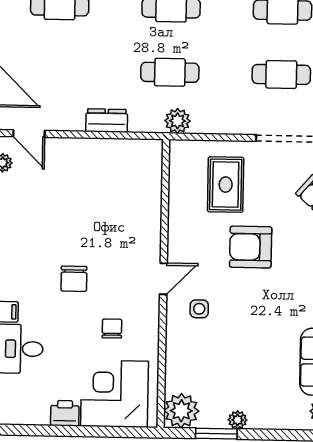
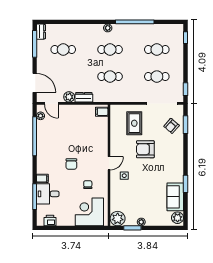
plant: (177, 121) -> (69, 97), moved
filing cabinet: (148, 156) -> (102, 112), added
printer: (65, 413) -> (50, 221), moved

